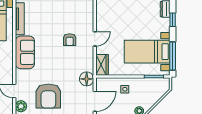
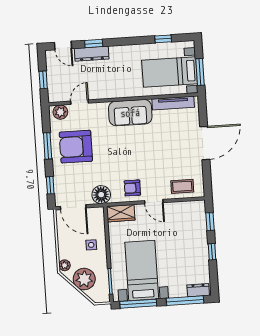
coffee table: (84, 16) -> (182, 186), added
window: (173, 20) -> (185, 301), width x2.17
armchair: (70, 40) -> (132, 188), moved
plant: (151, 96) -> (84, 279), added

